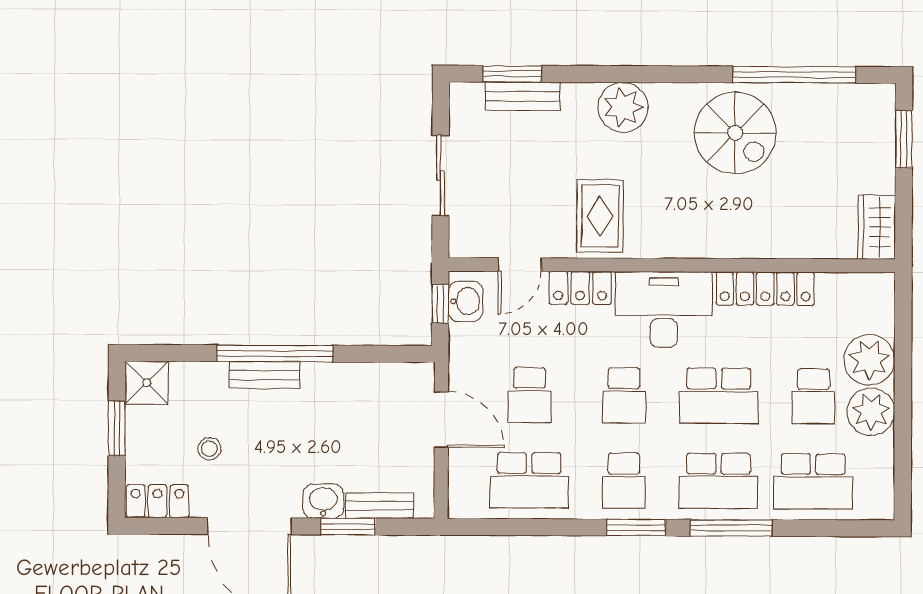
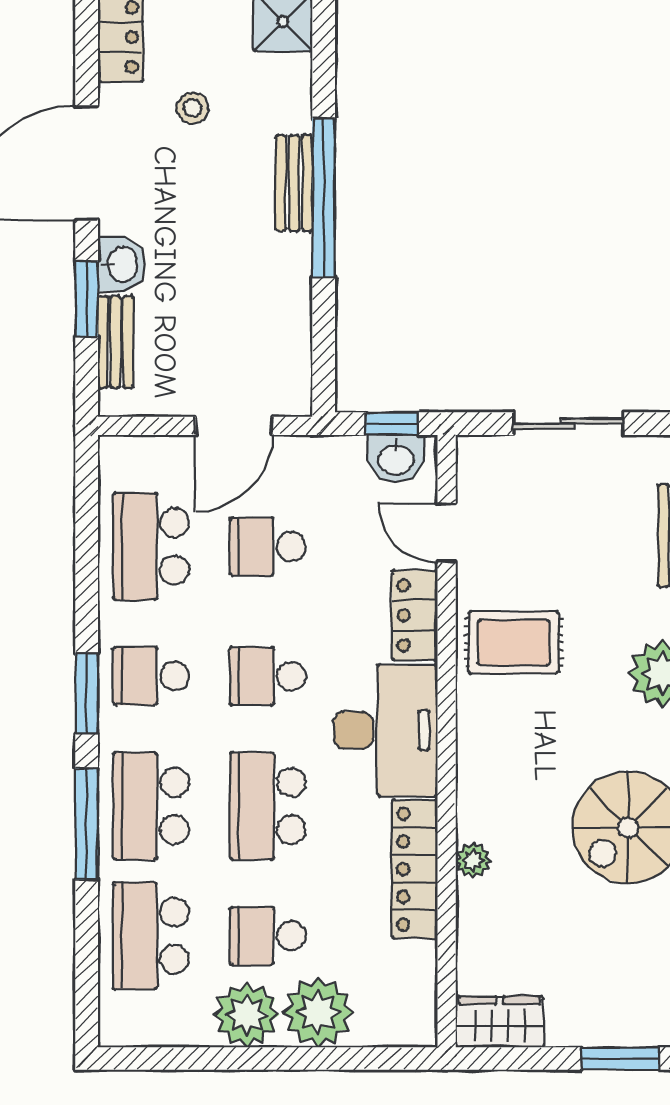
plant: (759, 246) -> (473, 860), added

